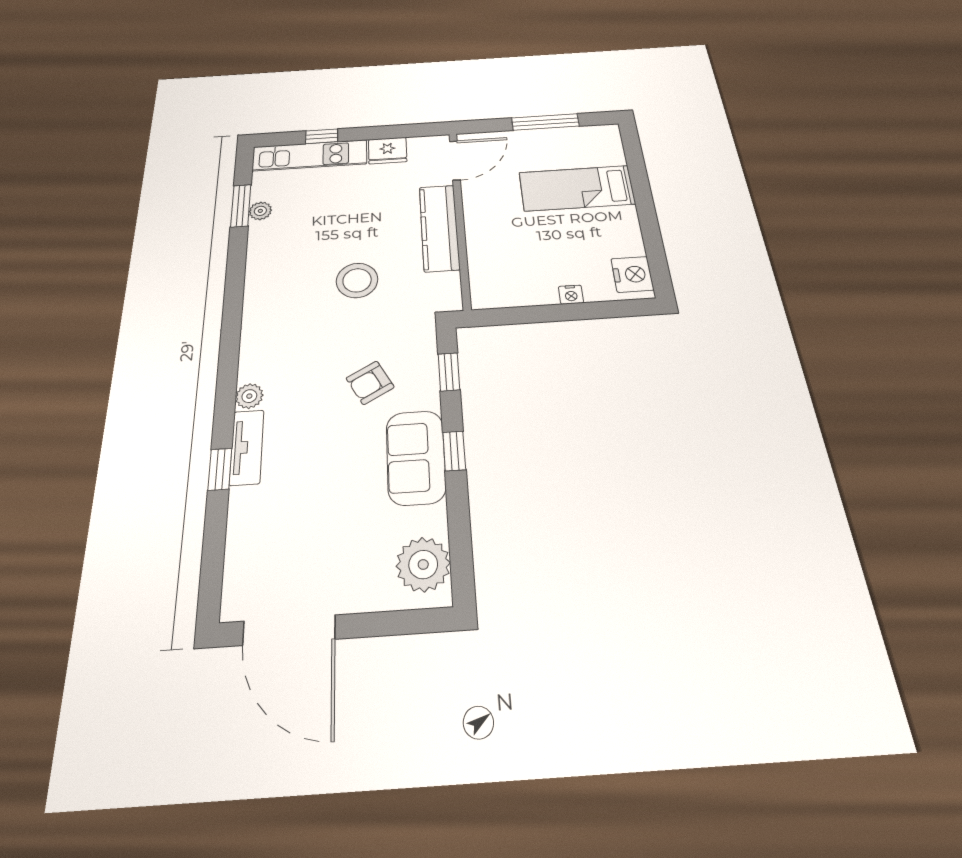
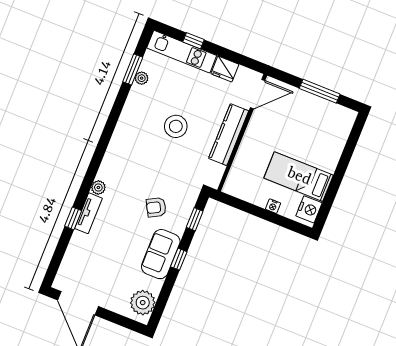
bed: (577, 188) -> (299, 177), moved
stool: (357, 280) -> (176, 126), moved

